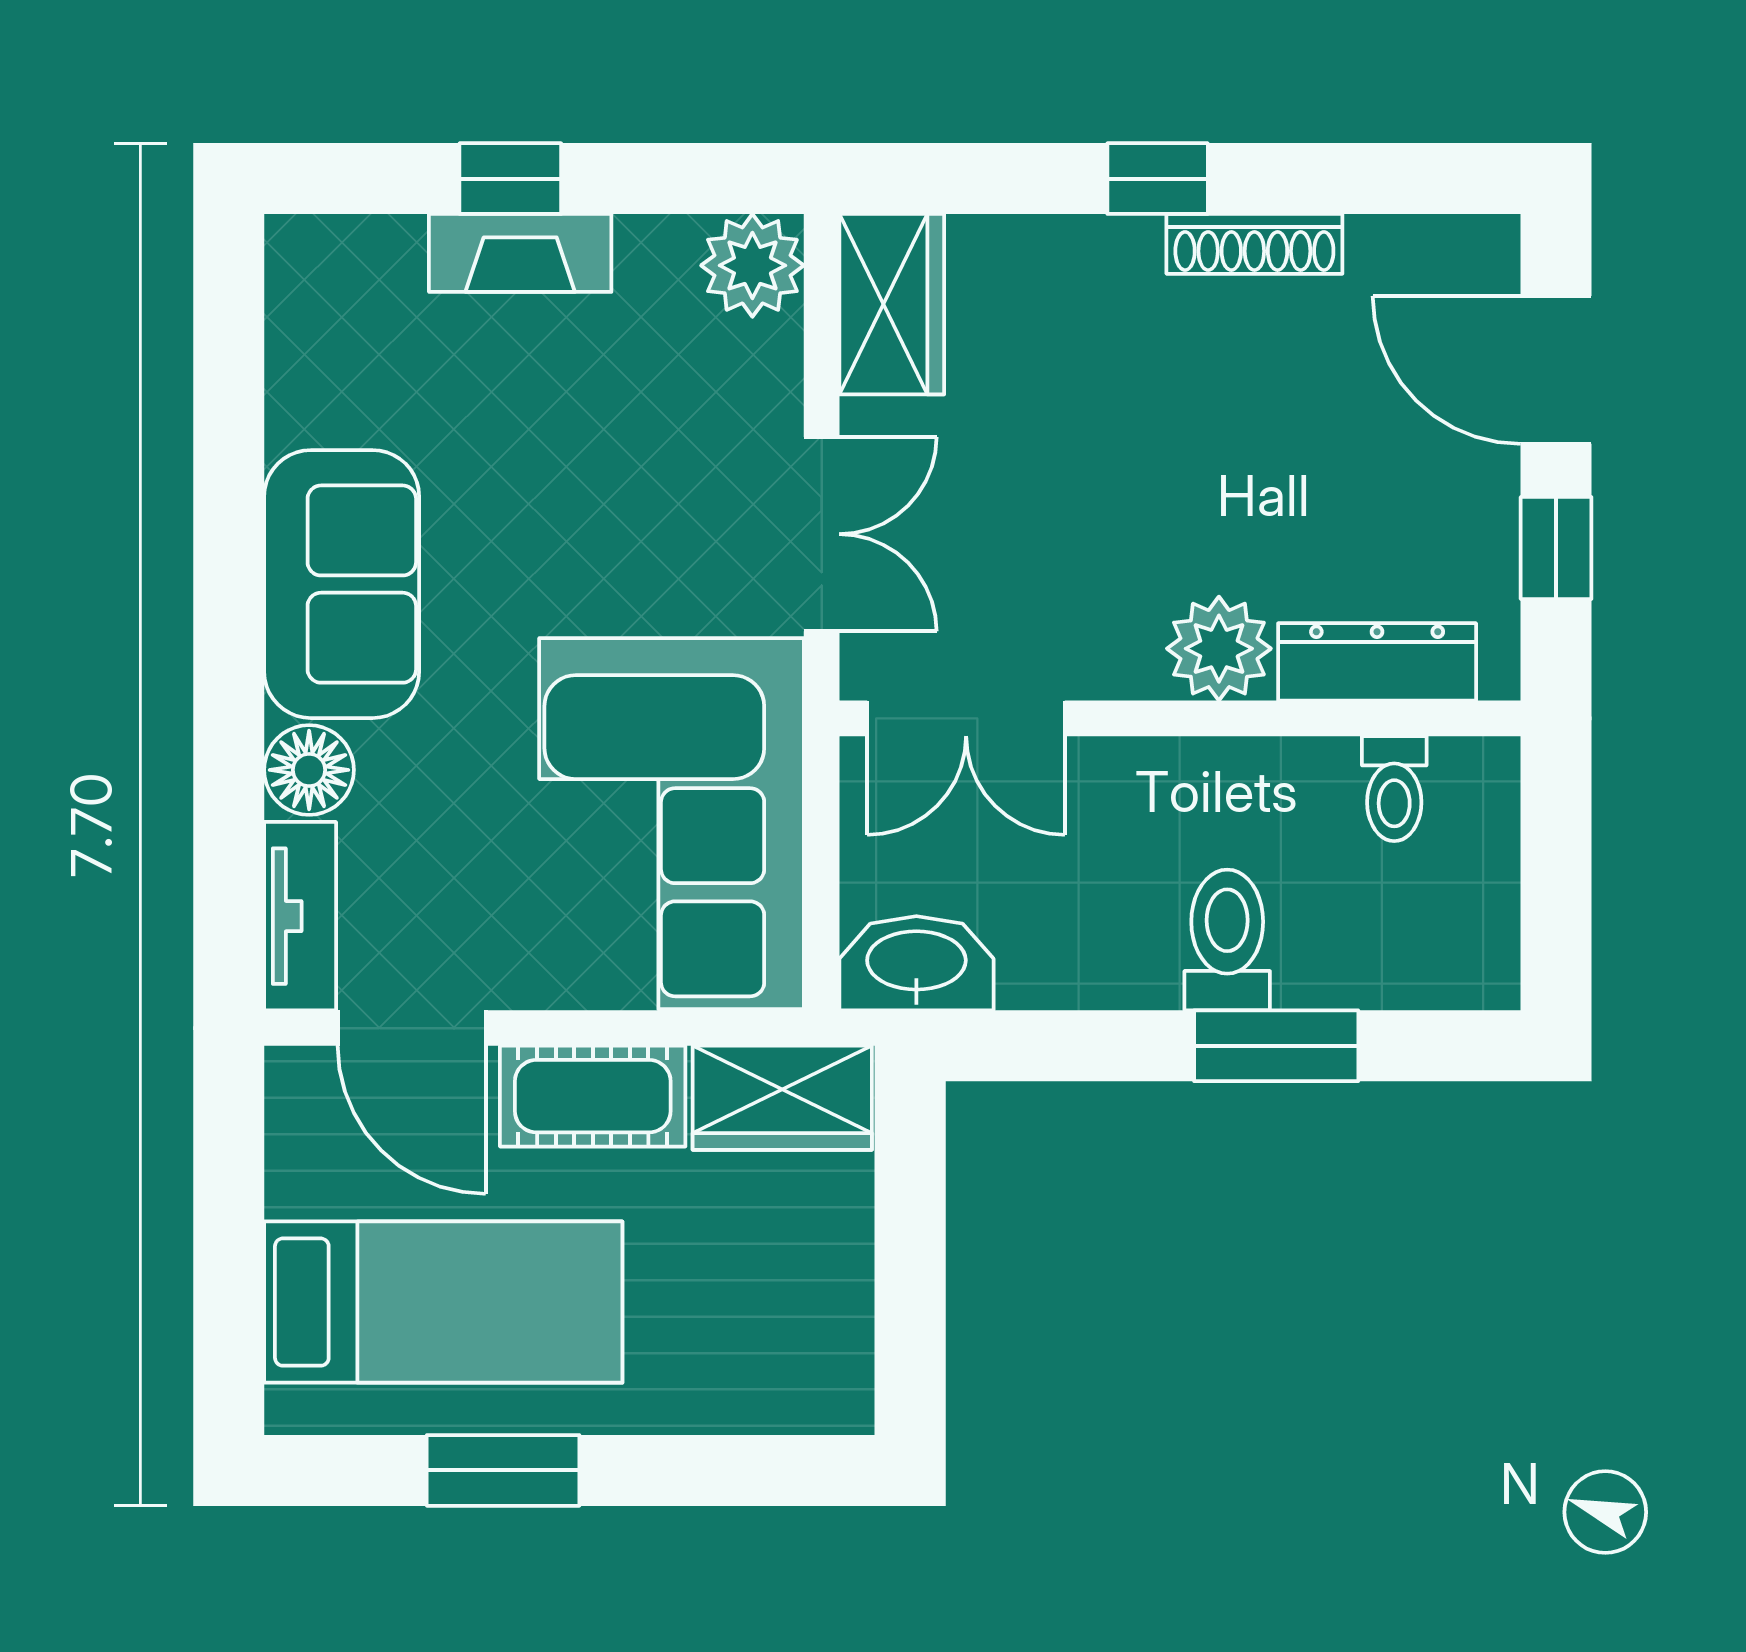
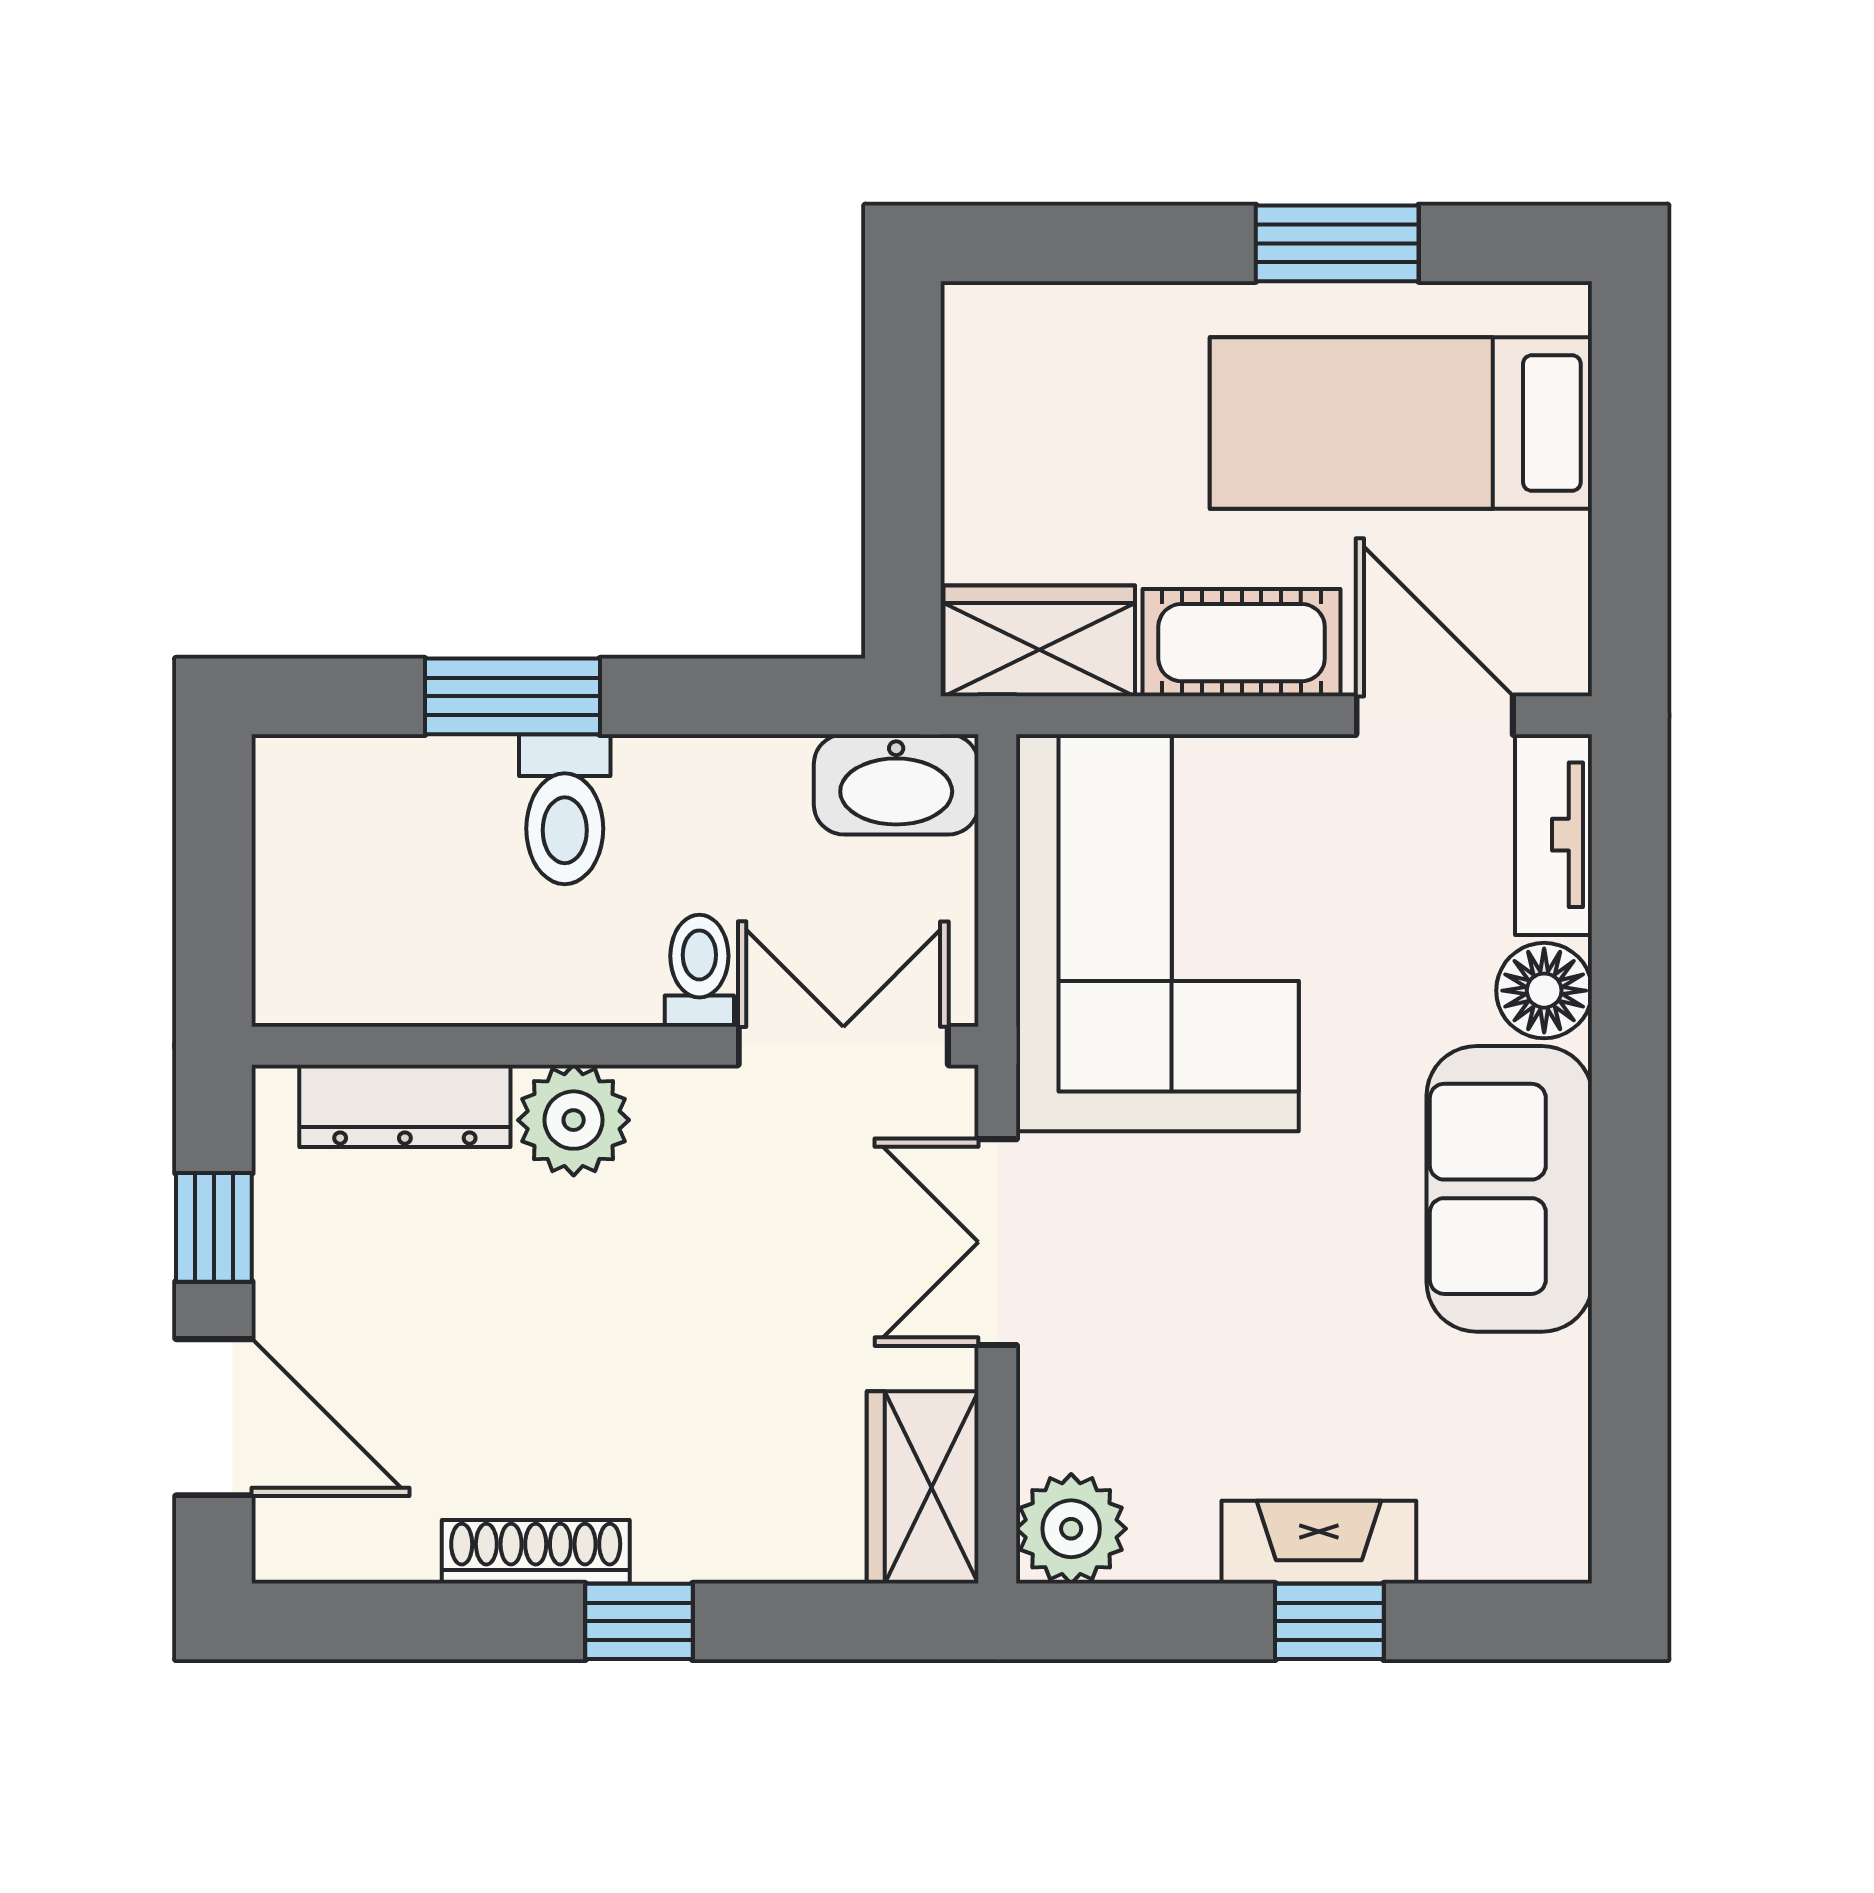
toilet: (1394, 789) -> (699, 971), moved

